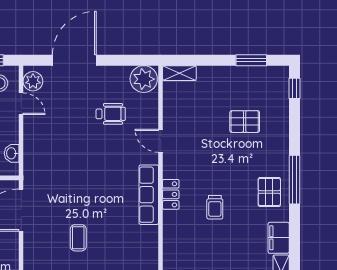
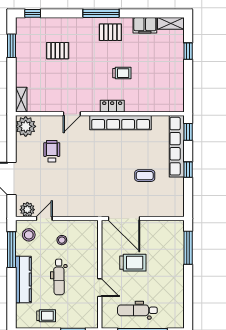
pallet: (245, 122) -> (58, 51), turned 90
washbasin: (12, 153) -> (81, 226), removed
row of seats: (149, 195) -> (121, 123), width x1.36

